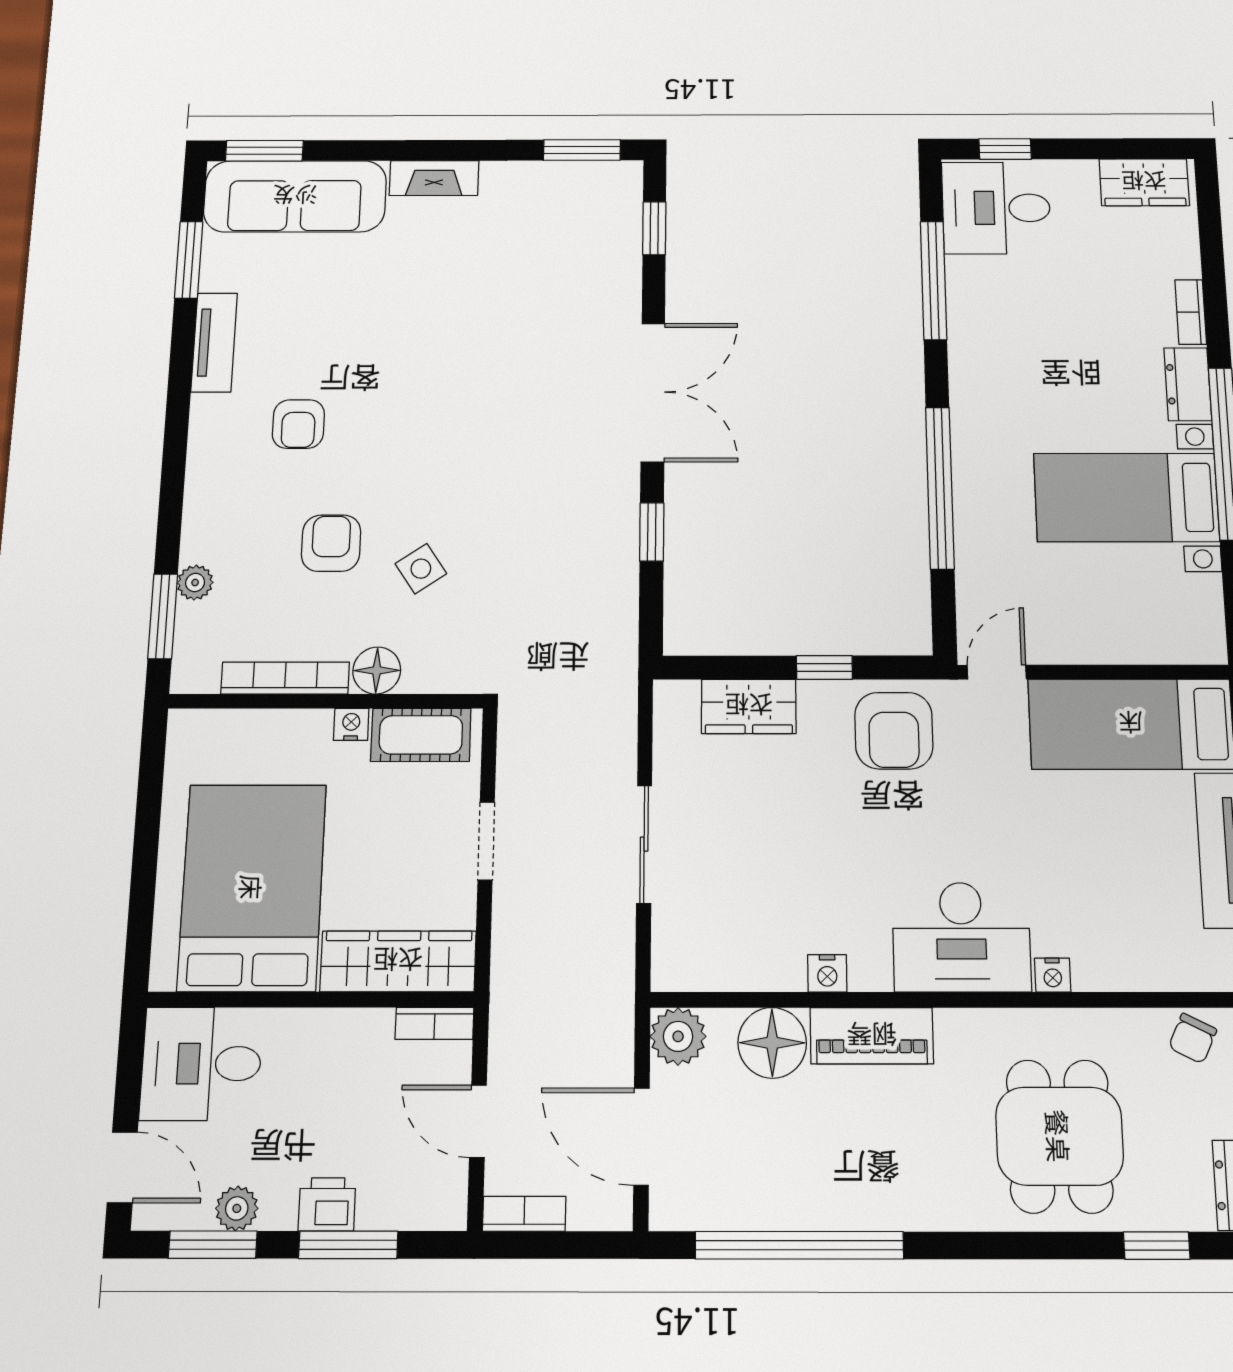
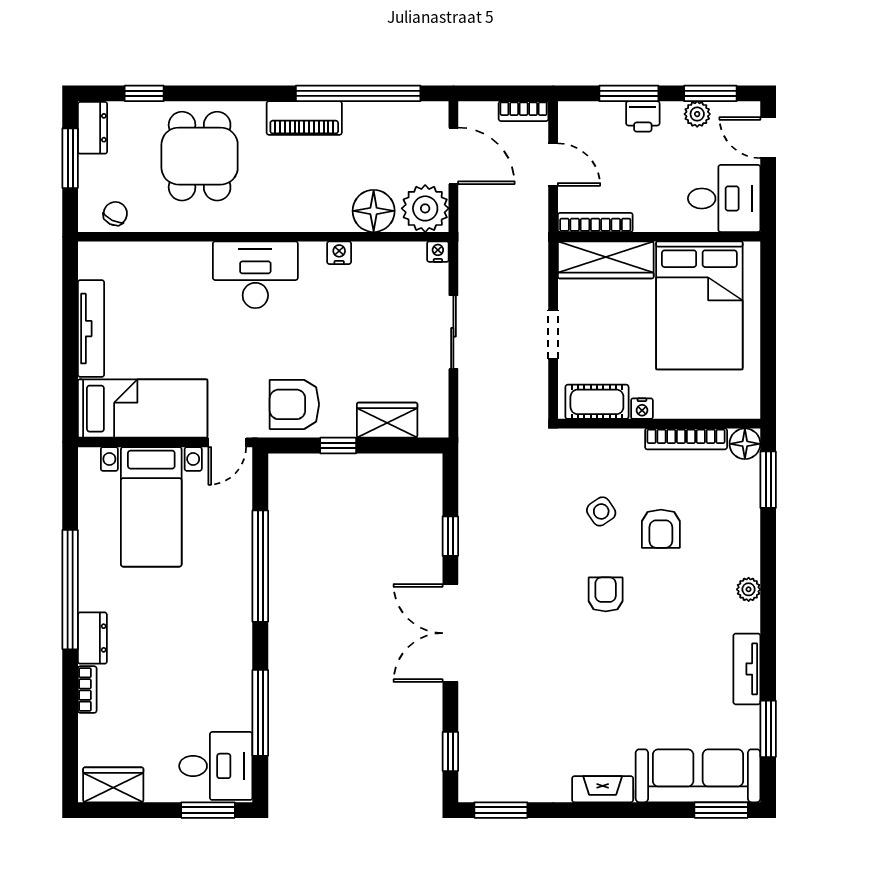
window: (1005, 149) -> (208, 810), width x1.50
armchair: (298, 424) -> (606, 594), moved
bed with nightstands: (1126, 497) -> (151, 507), moved, turned 90
plant: (195, 583) -> (749, 589), moved
floor lamp: (377, 670) -> (745, 444), moved
armchair: (894, 731) -> (294, 404), turned -90
nightstand: (1053, 975) -> (438, 252), moved
bookcase: (434, 1023) -> (595, 222), width x1.56
plant: (678, 1036) -> (425, 208), width x1.36, depth x1.36
piano: (872, 1036) -> (304, 118), moved, turned 180

